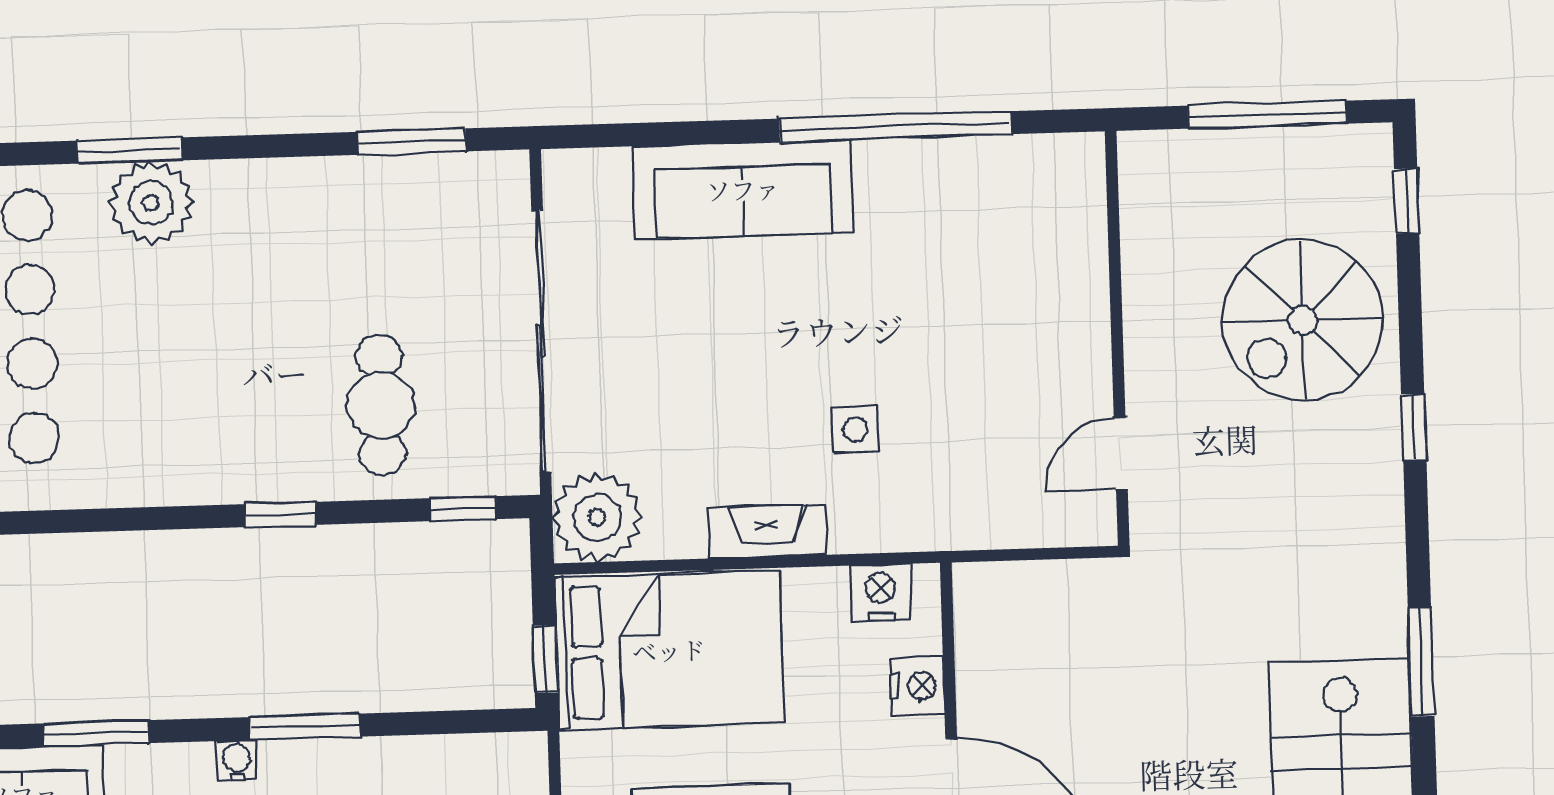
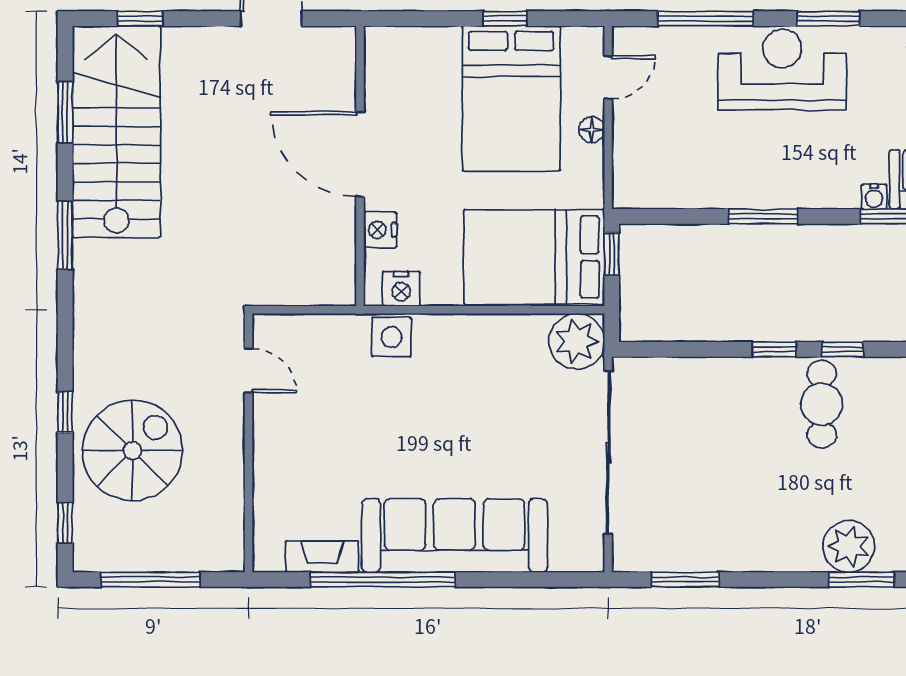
sofa: (743, 189) -> (454, 535), width x1.36, depth x1.27
cafe table: (381, 405) -> (822, 404), moved
window: (1414, 427) -> (65, 412), moved
side table: (856, 429) -> (391, 337), moved, width x1.37, depth x1.37
door: (1121, 454) -> (249, 371), hinge flipped
window: (463, 509) -> (843, 349), moved
fireplace: (767, 532) -> (322, 557), moved, turned 180
water cooler: (236, 760) -> (874, 197), moved

